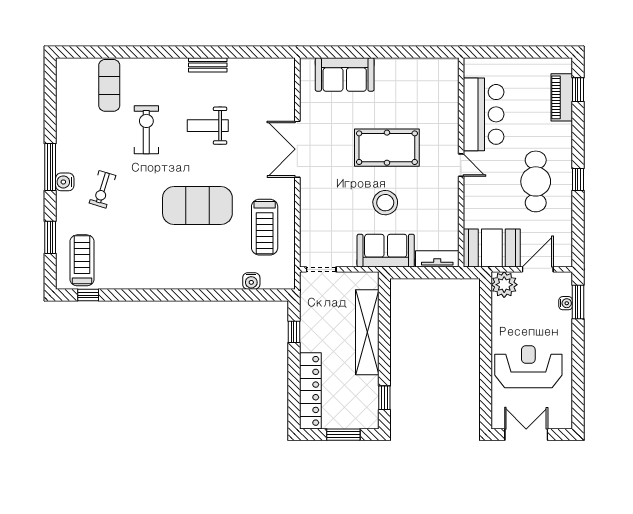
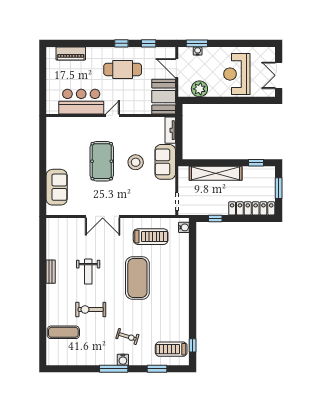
window: (578, 90) -> (149, 43), moved
water cooler: (251, 281) -> (184, 227), moved
plant: (504, 285) -> (199, 89), moved

